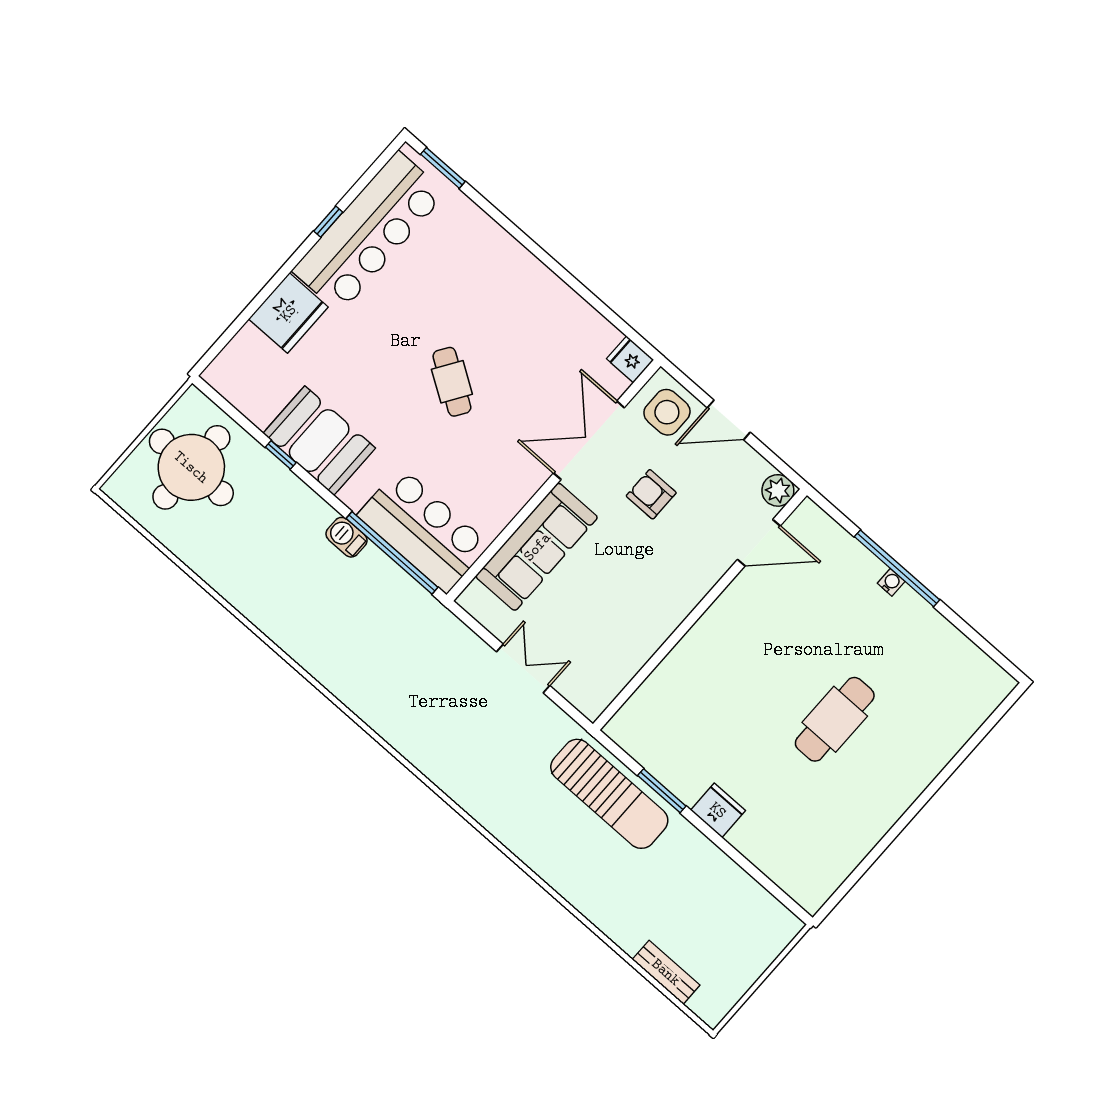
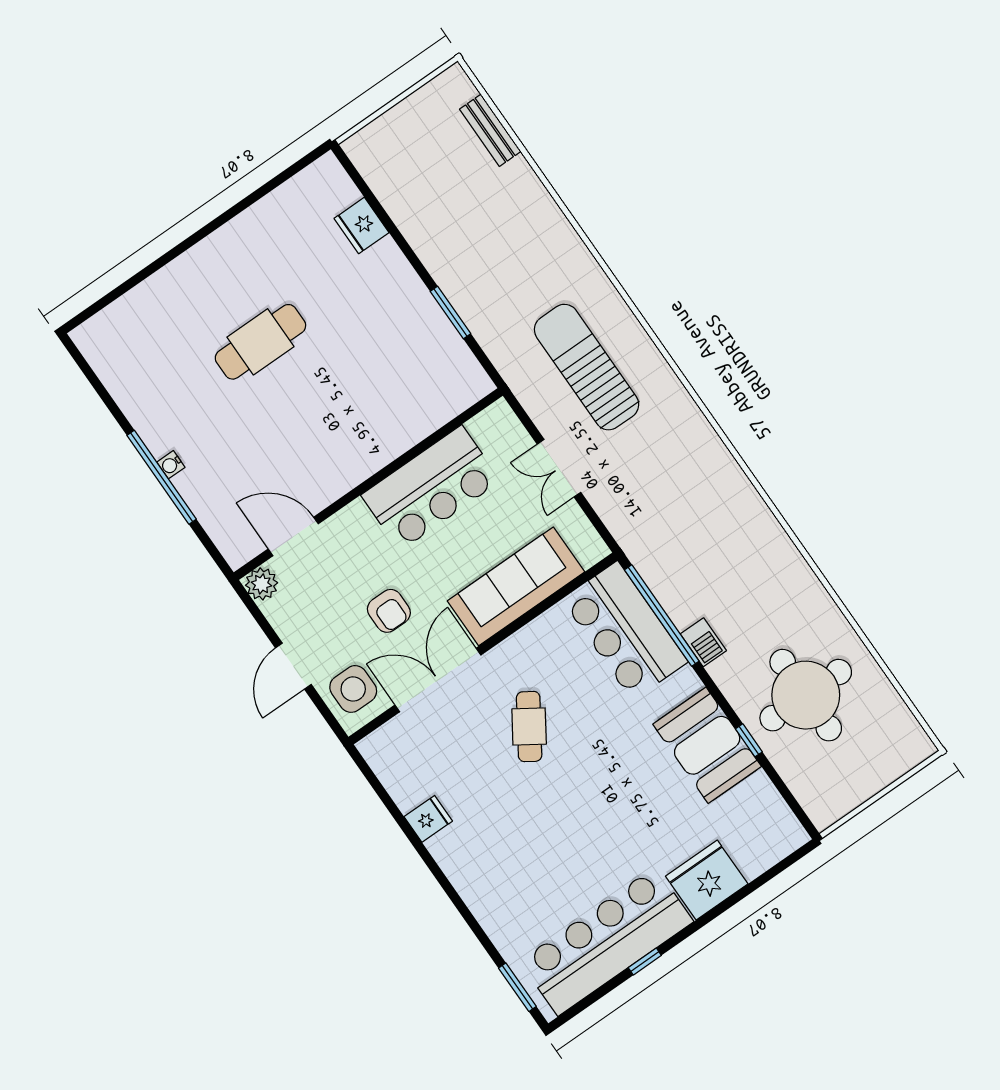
fridge: (630, 359) -> (428, 819), moved, turned -90
cafe table: (452, 382) -> (529, 727), moved
door: (729, 420) -> (293, 666), swing flipped
double door: (589, 440) -> (438, 680), swing flipped
round table: (191, 467) -> (806, 695), moved
bar counter: (640, 620) -> (431, 488), added
sun lounger: (609, 794) -> (587, 367), moved
fridge: (718, 810) -> (362, 226), moved

